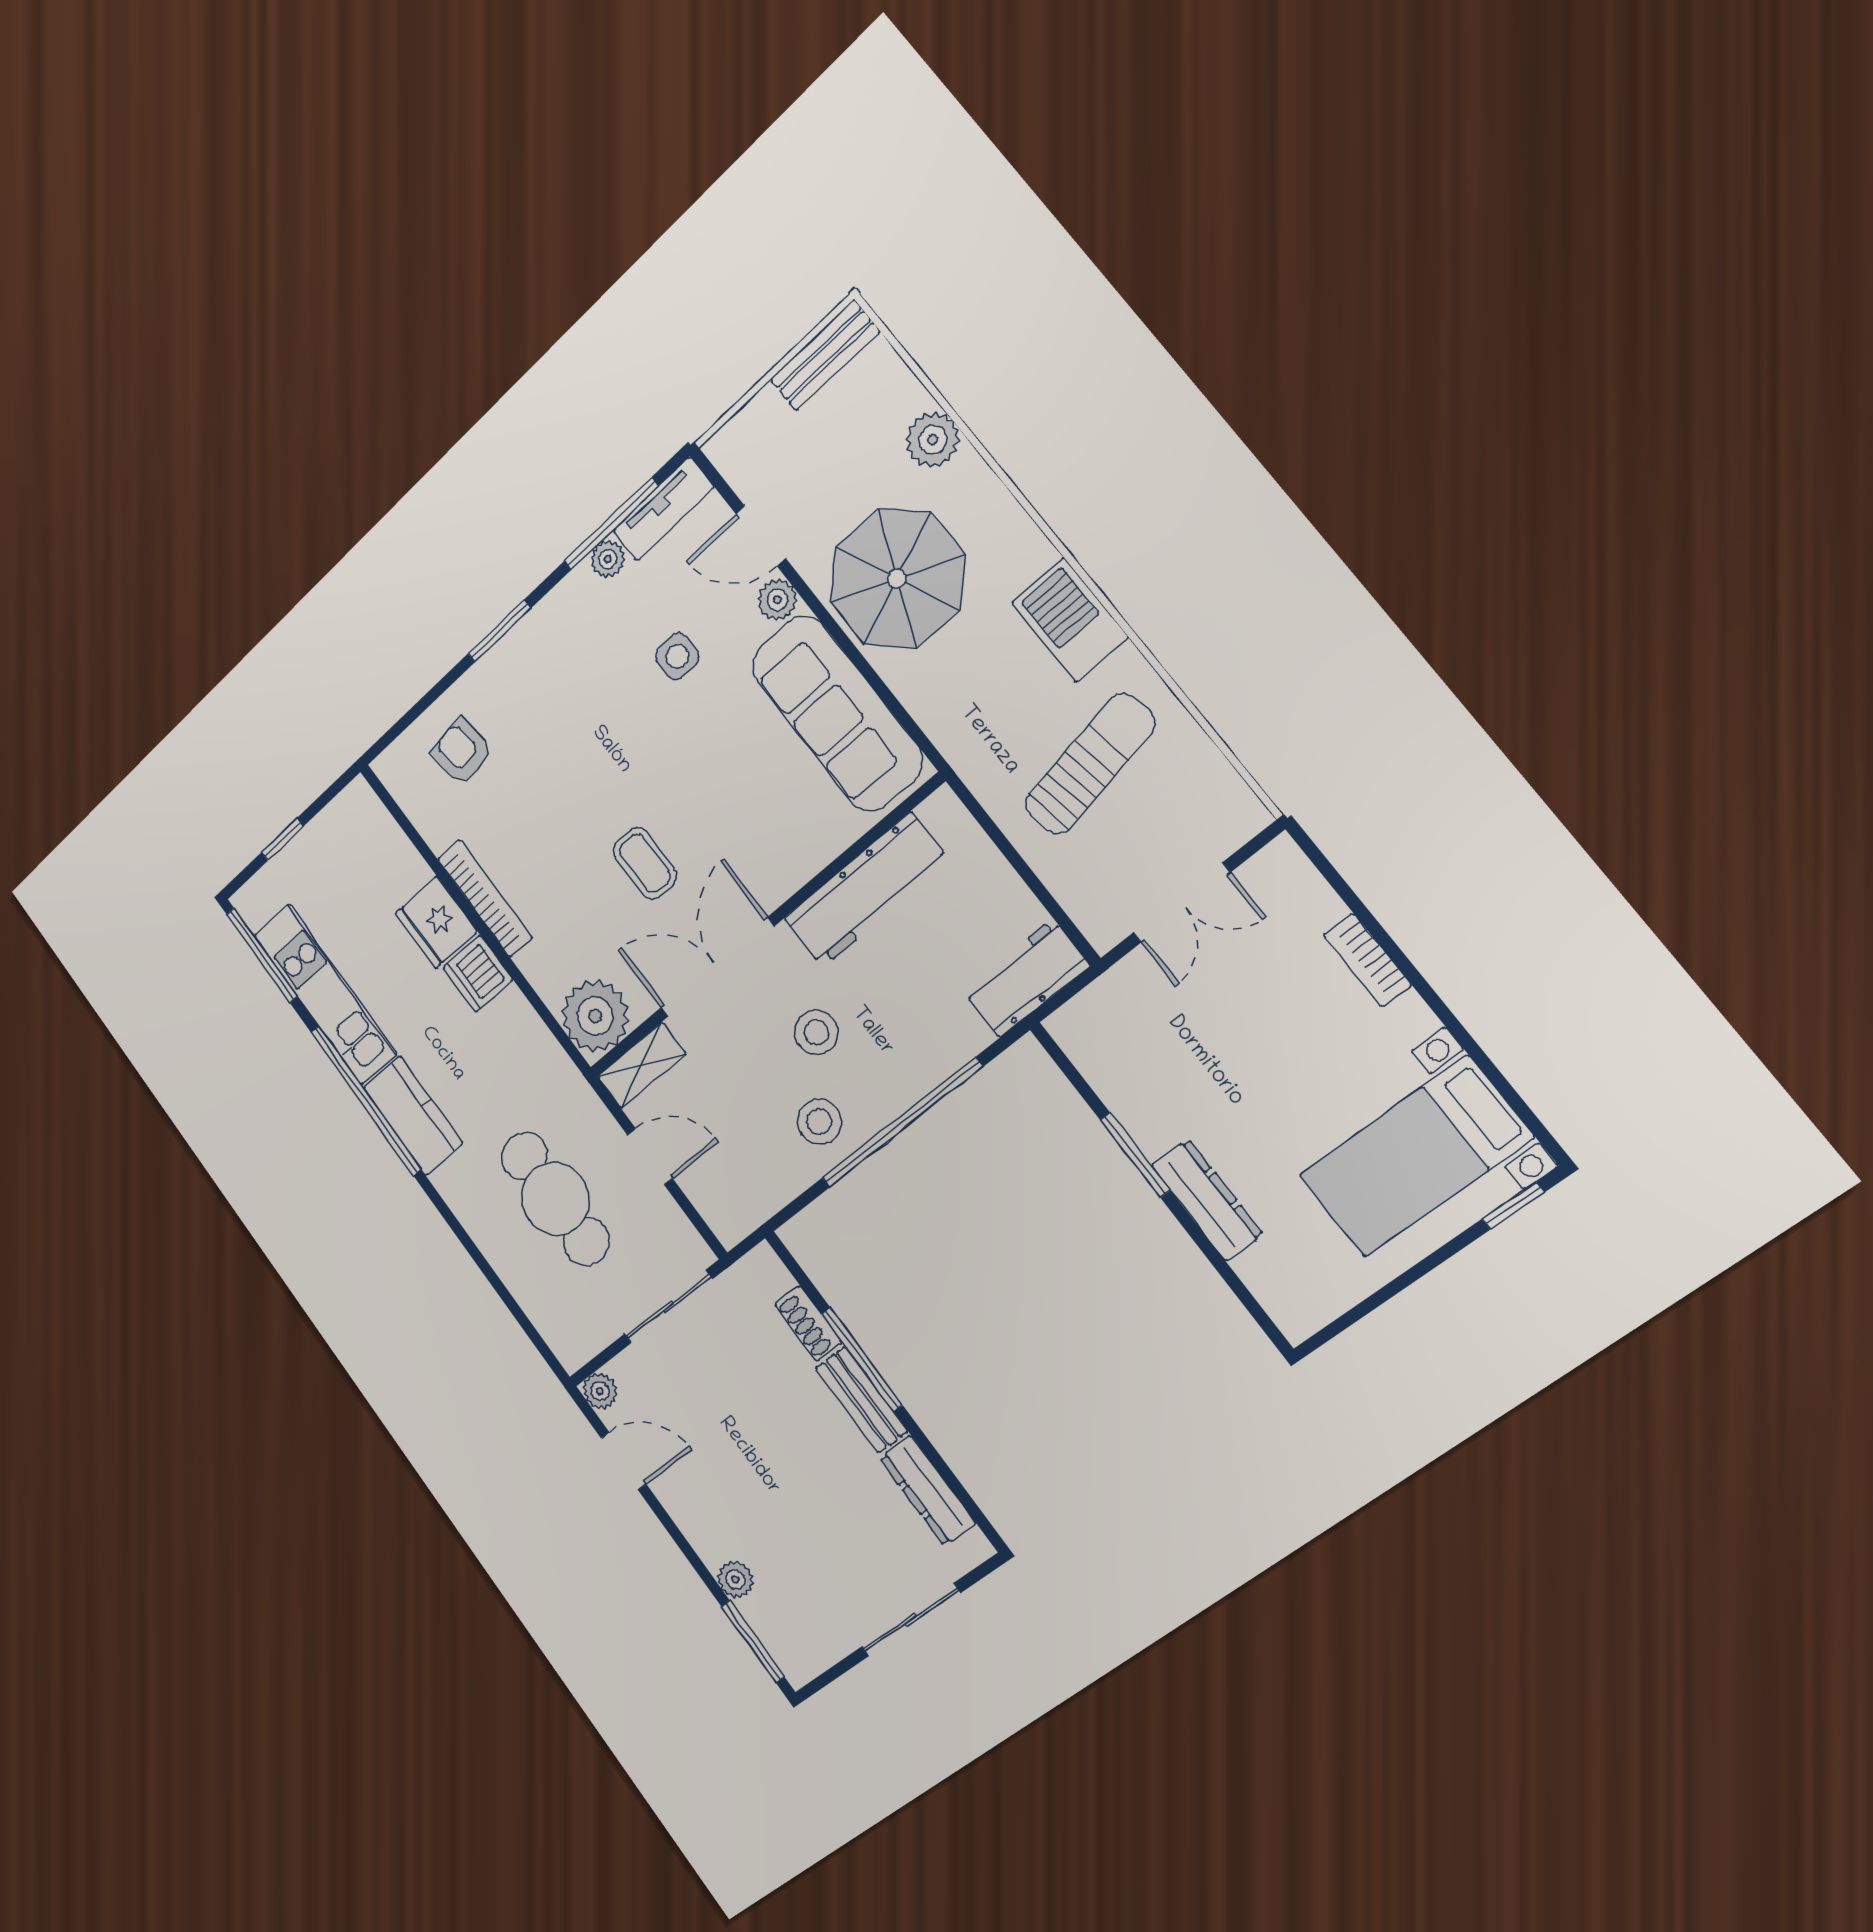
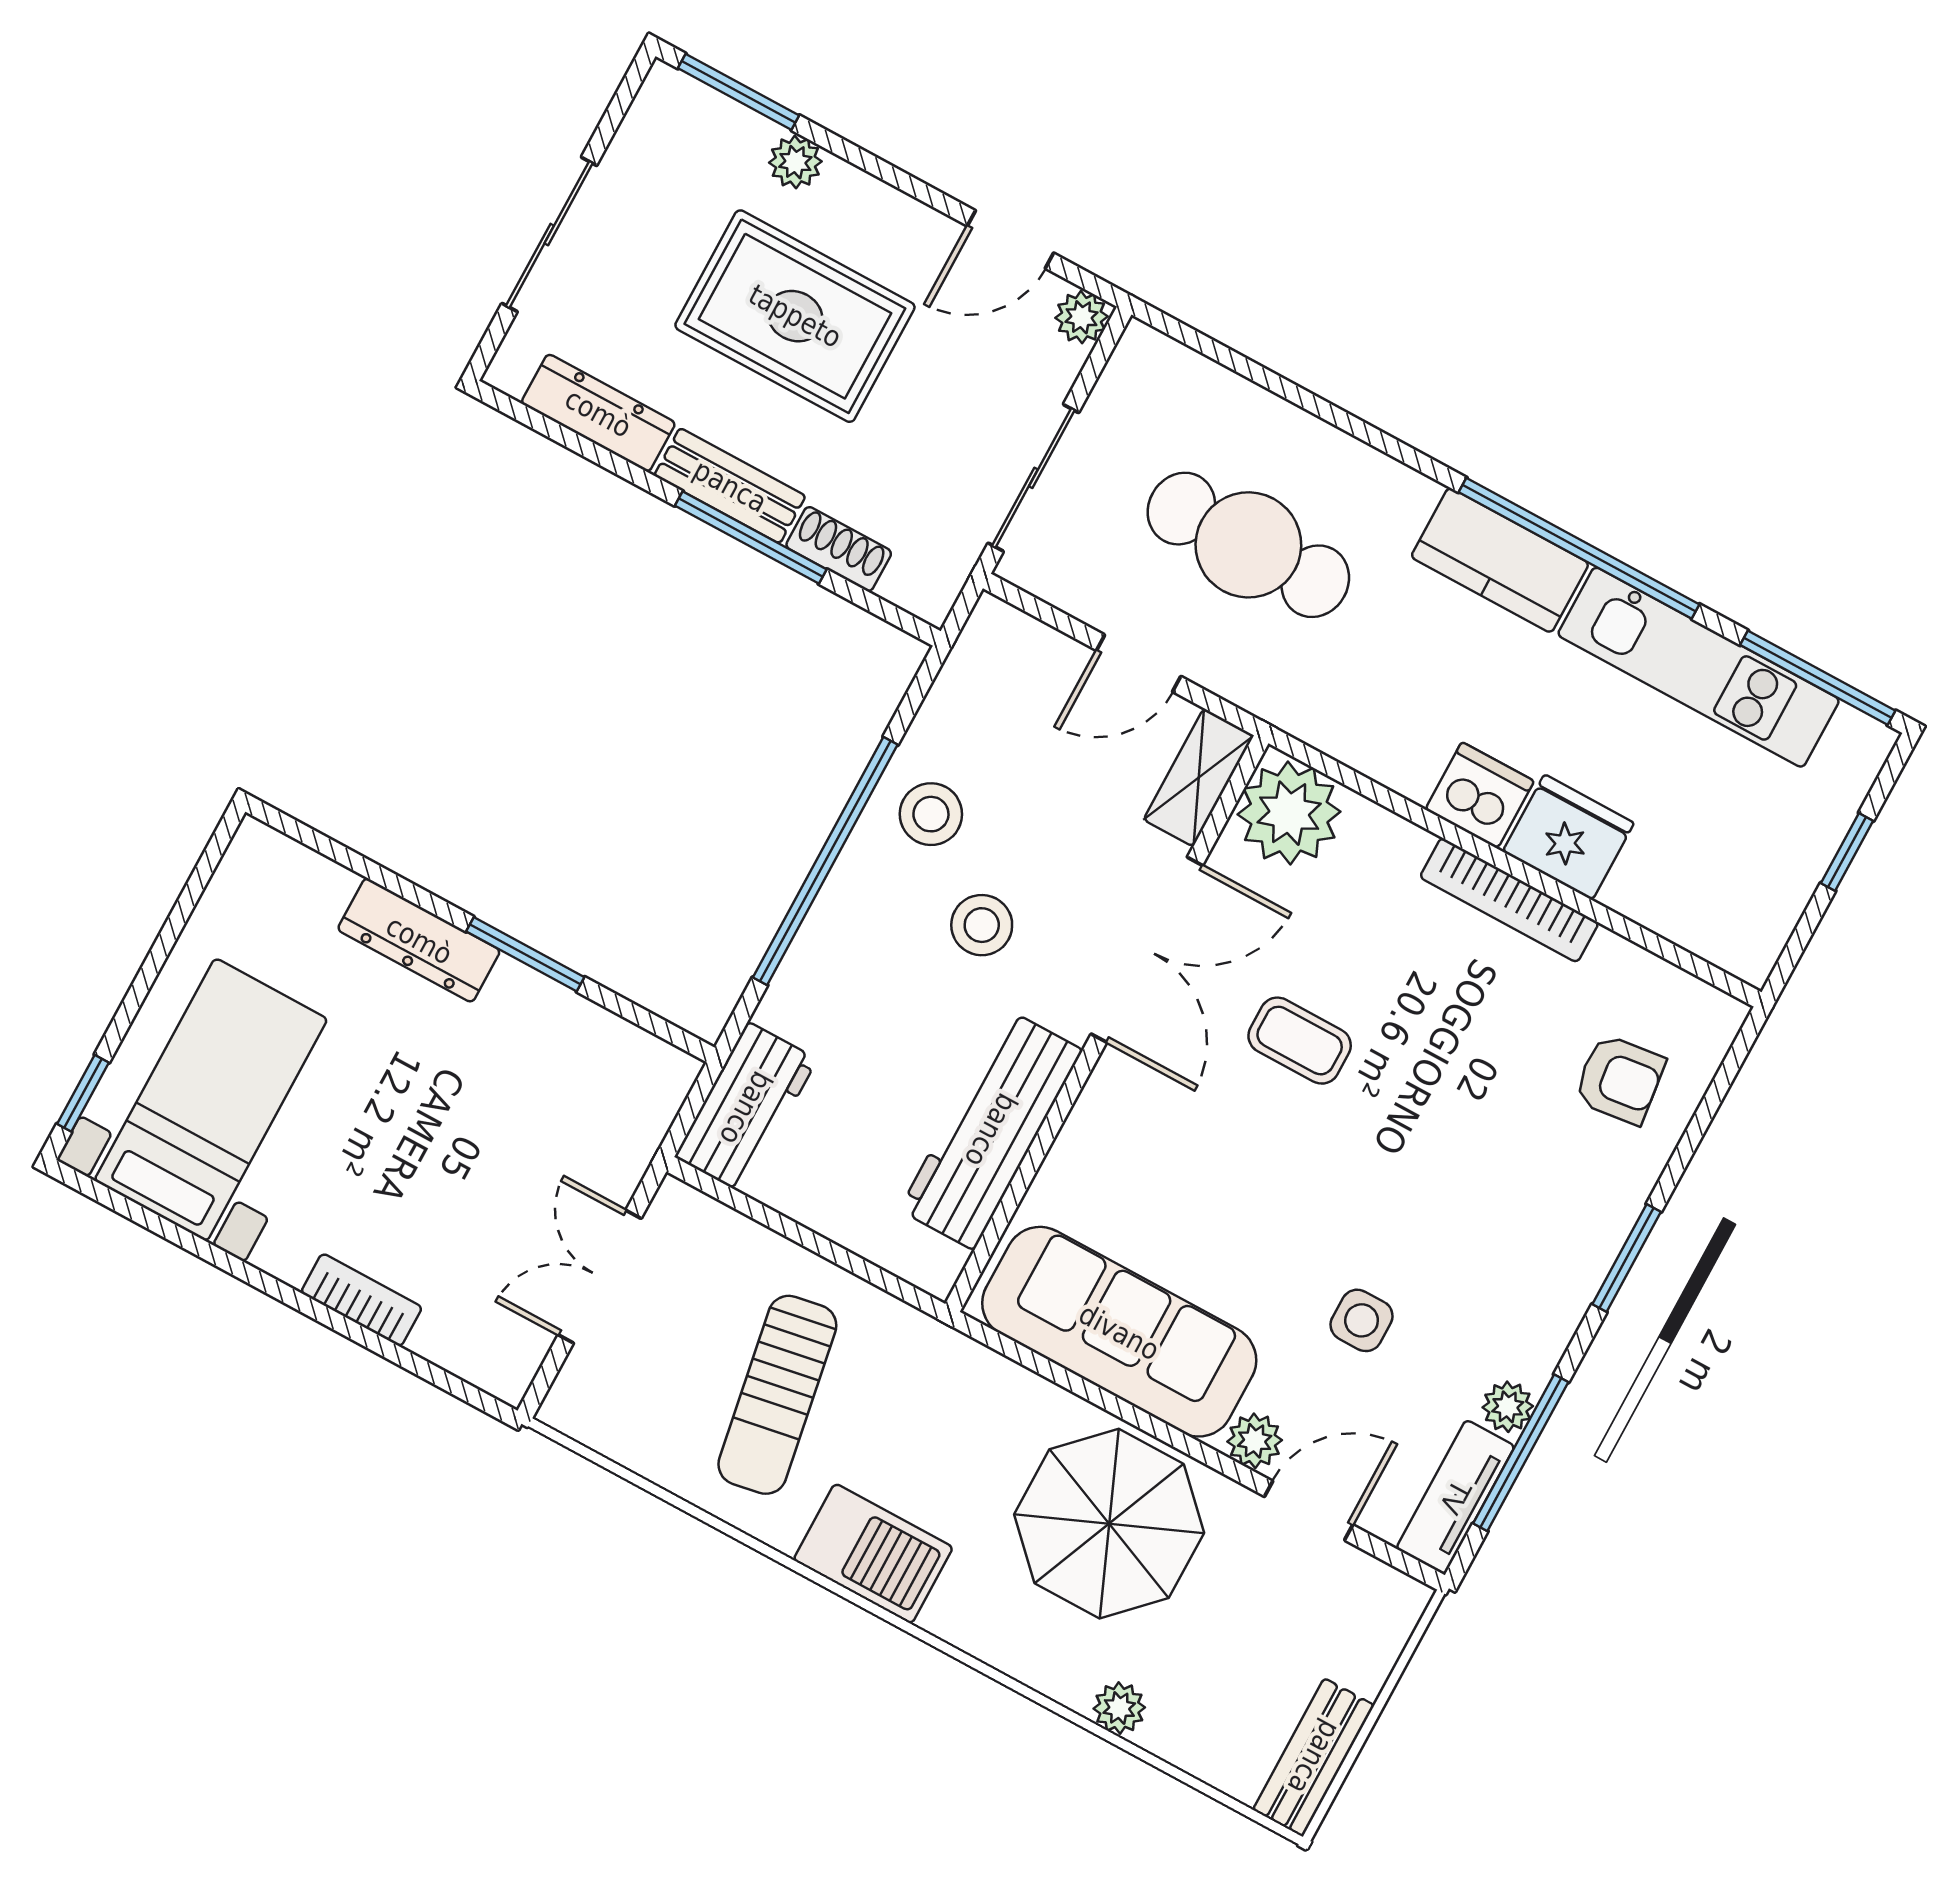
plant: (933, 440) -> (1119, 1708), width x0.73, depth x0.73
rug: (775, 1485) -> (795, 316), added

